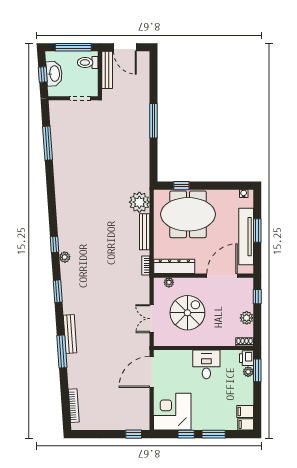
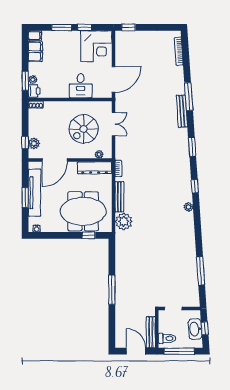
plant: (65, 257) -> (188, 207), moved
plant: (247, 318) -> (34, 143), moved
desk: (206, 364) -> (81, 86), moved
filing cabinet: (245, 411) -> (35, 52), width x2.00

